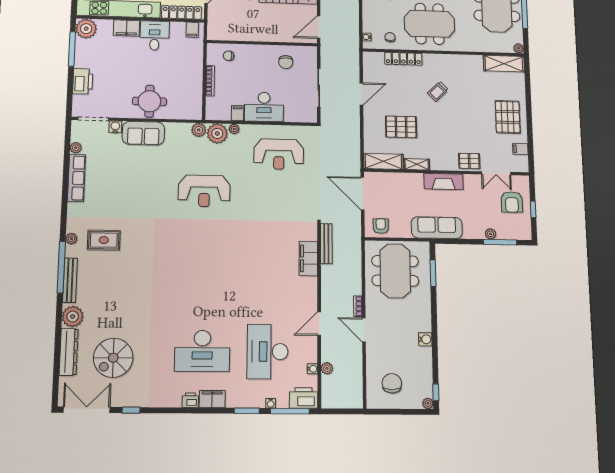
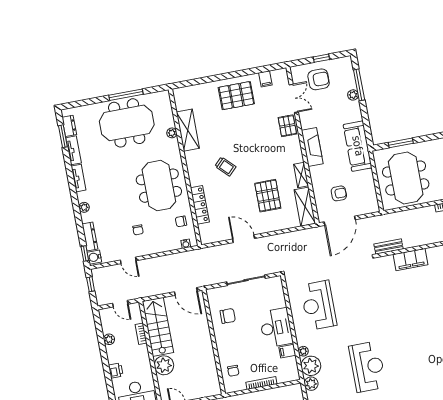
plant: (519, 48) -> (172, 133), moved
shelving: (504, 64) -> (188, 130), moved
reception desk: (279, 154) -> (319, 305), turned 180
armchair: (381, 226) -> (339, 193), moved, turned 180
bench: (326, 244) -> (389, 247), width x0.73
meeting table: (395, 271) -> (406, 178), turned 90

